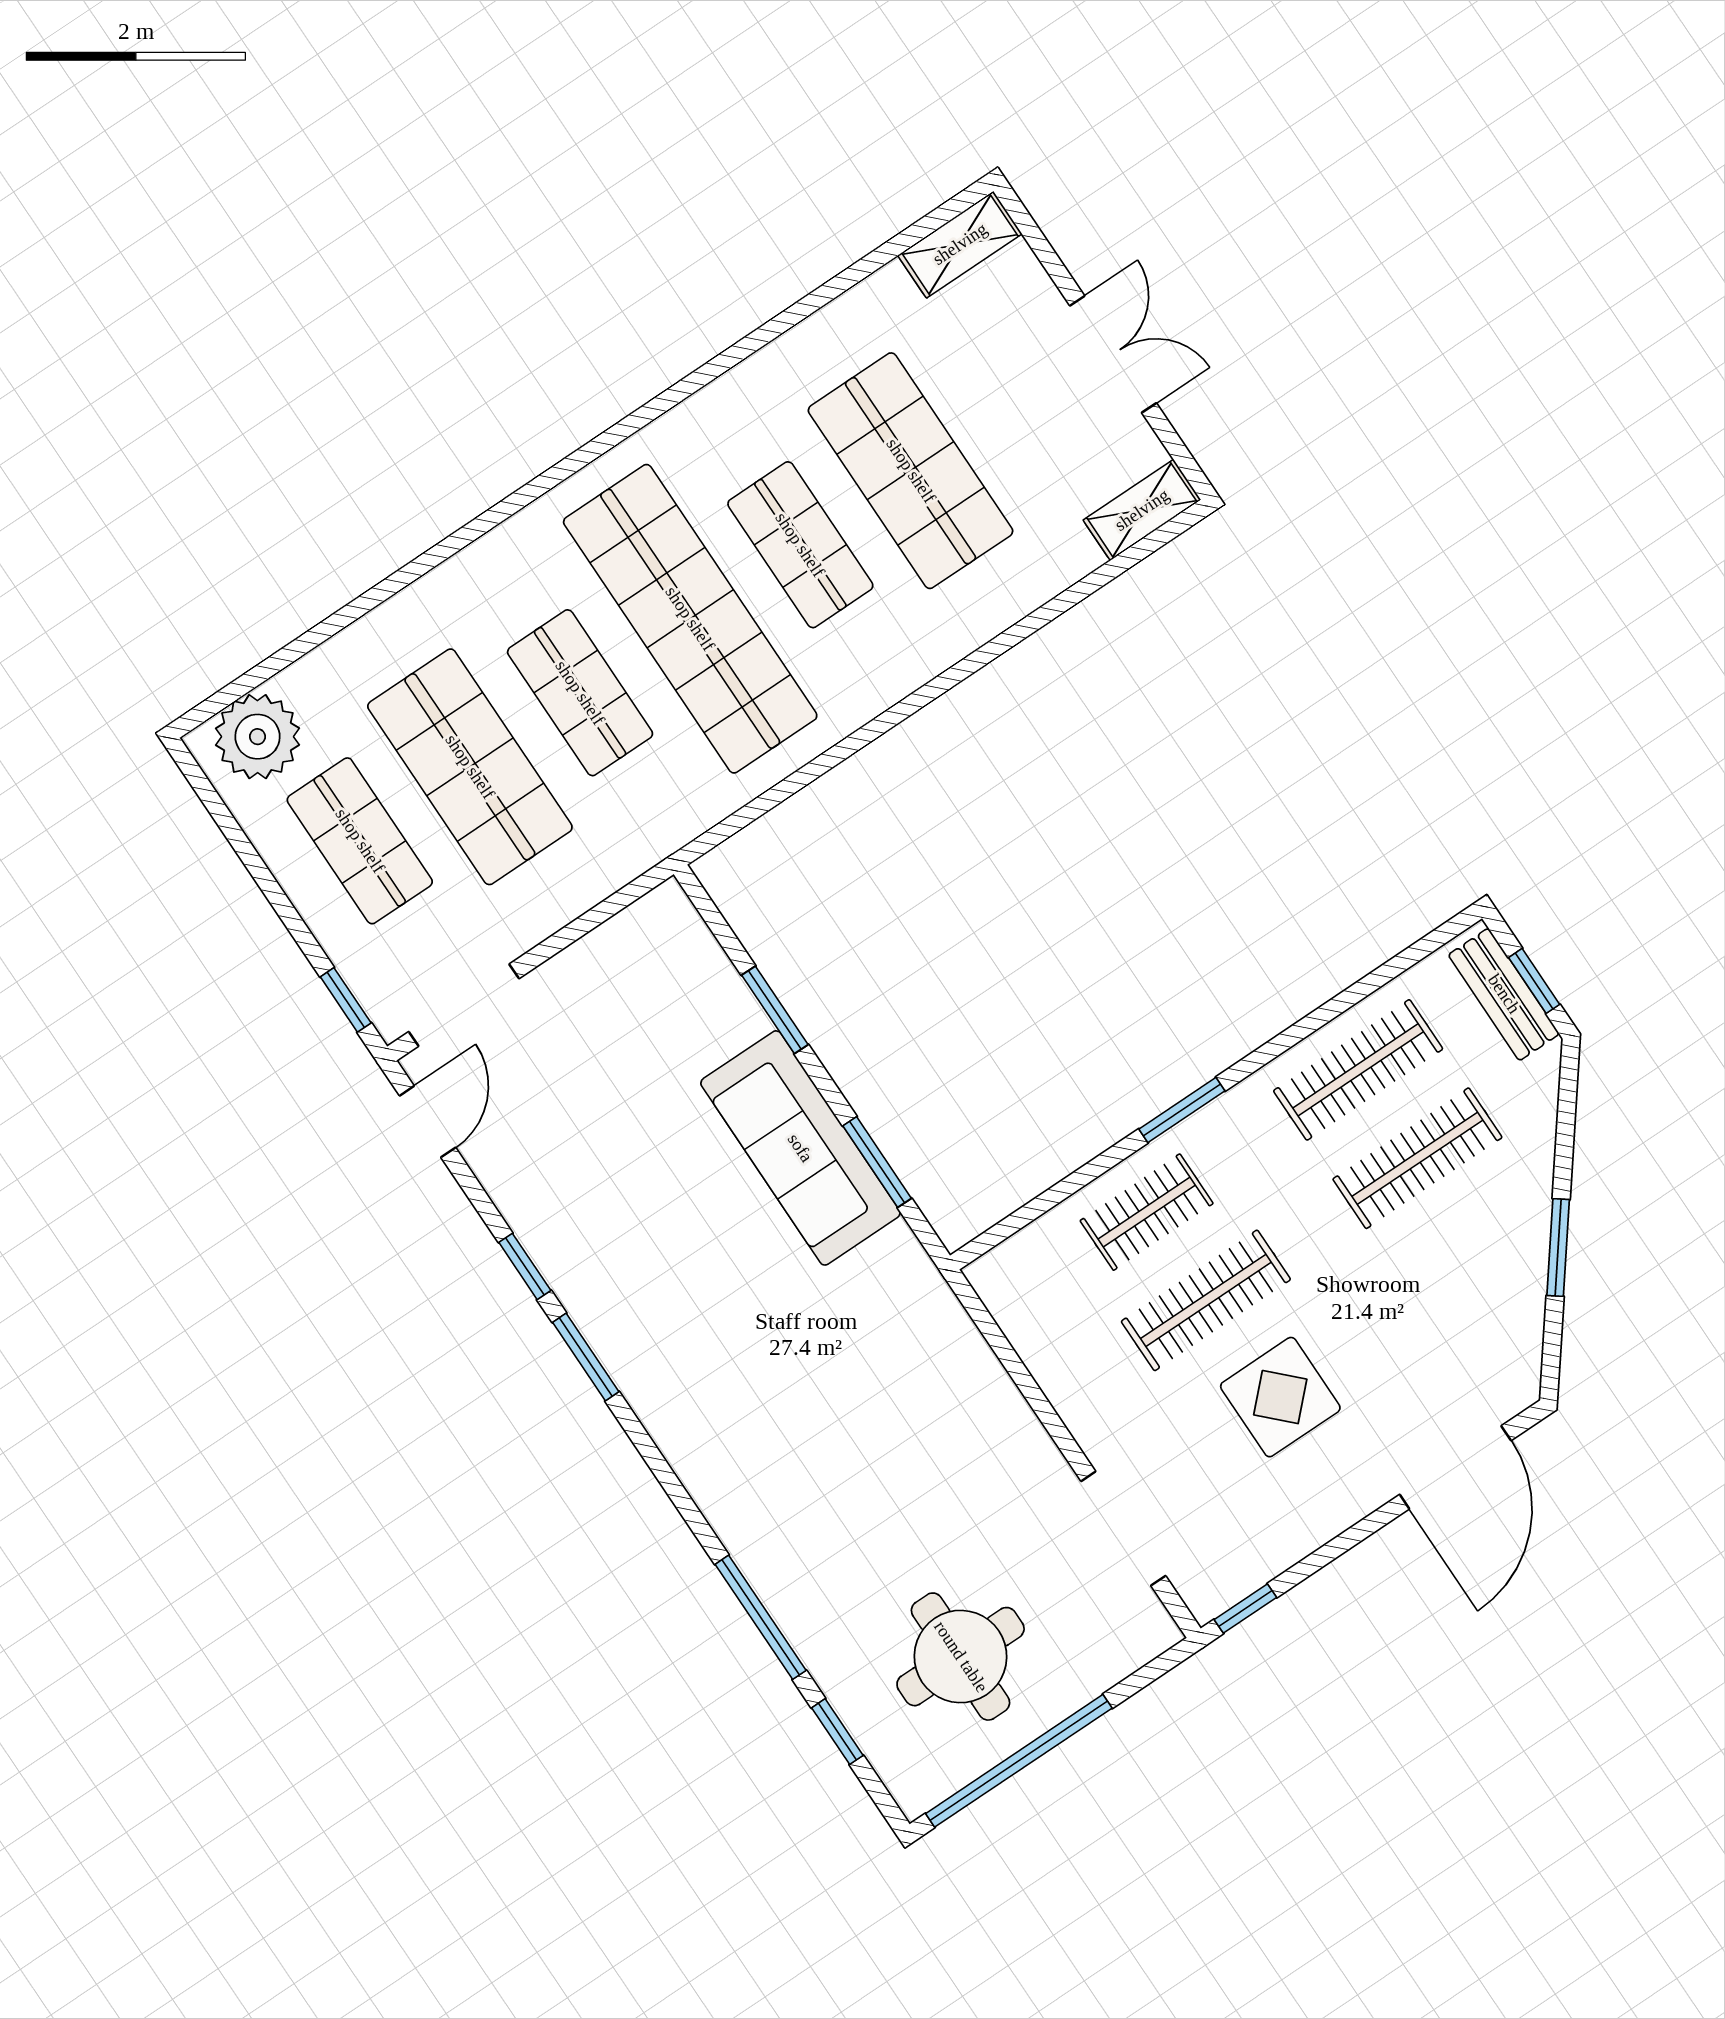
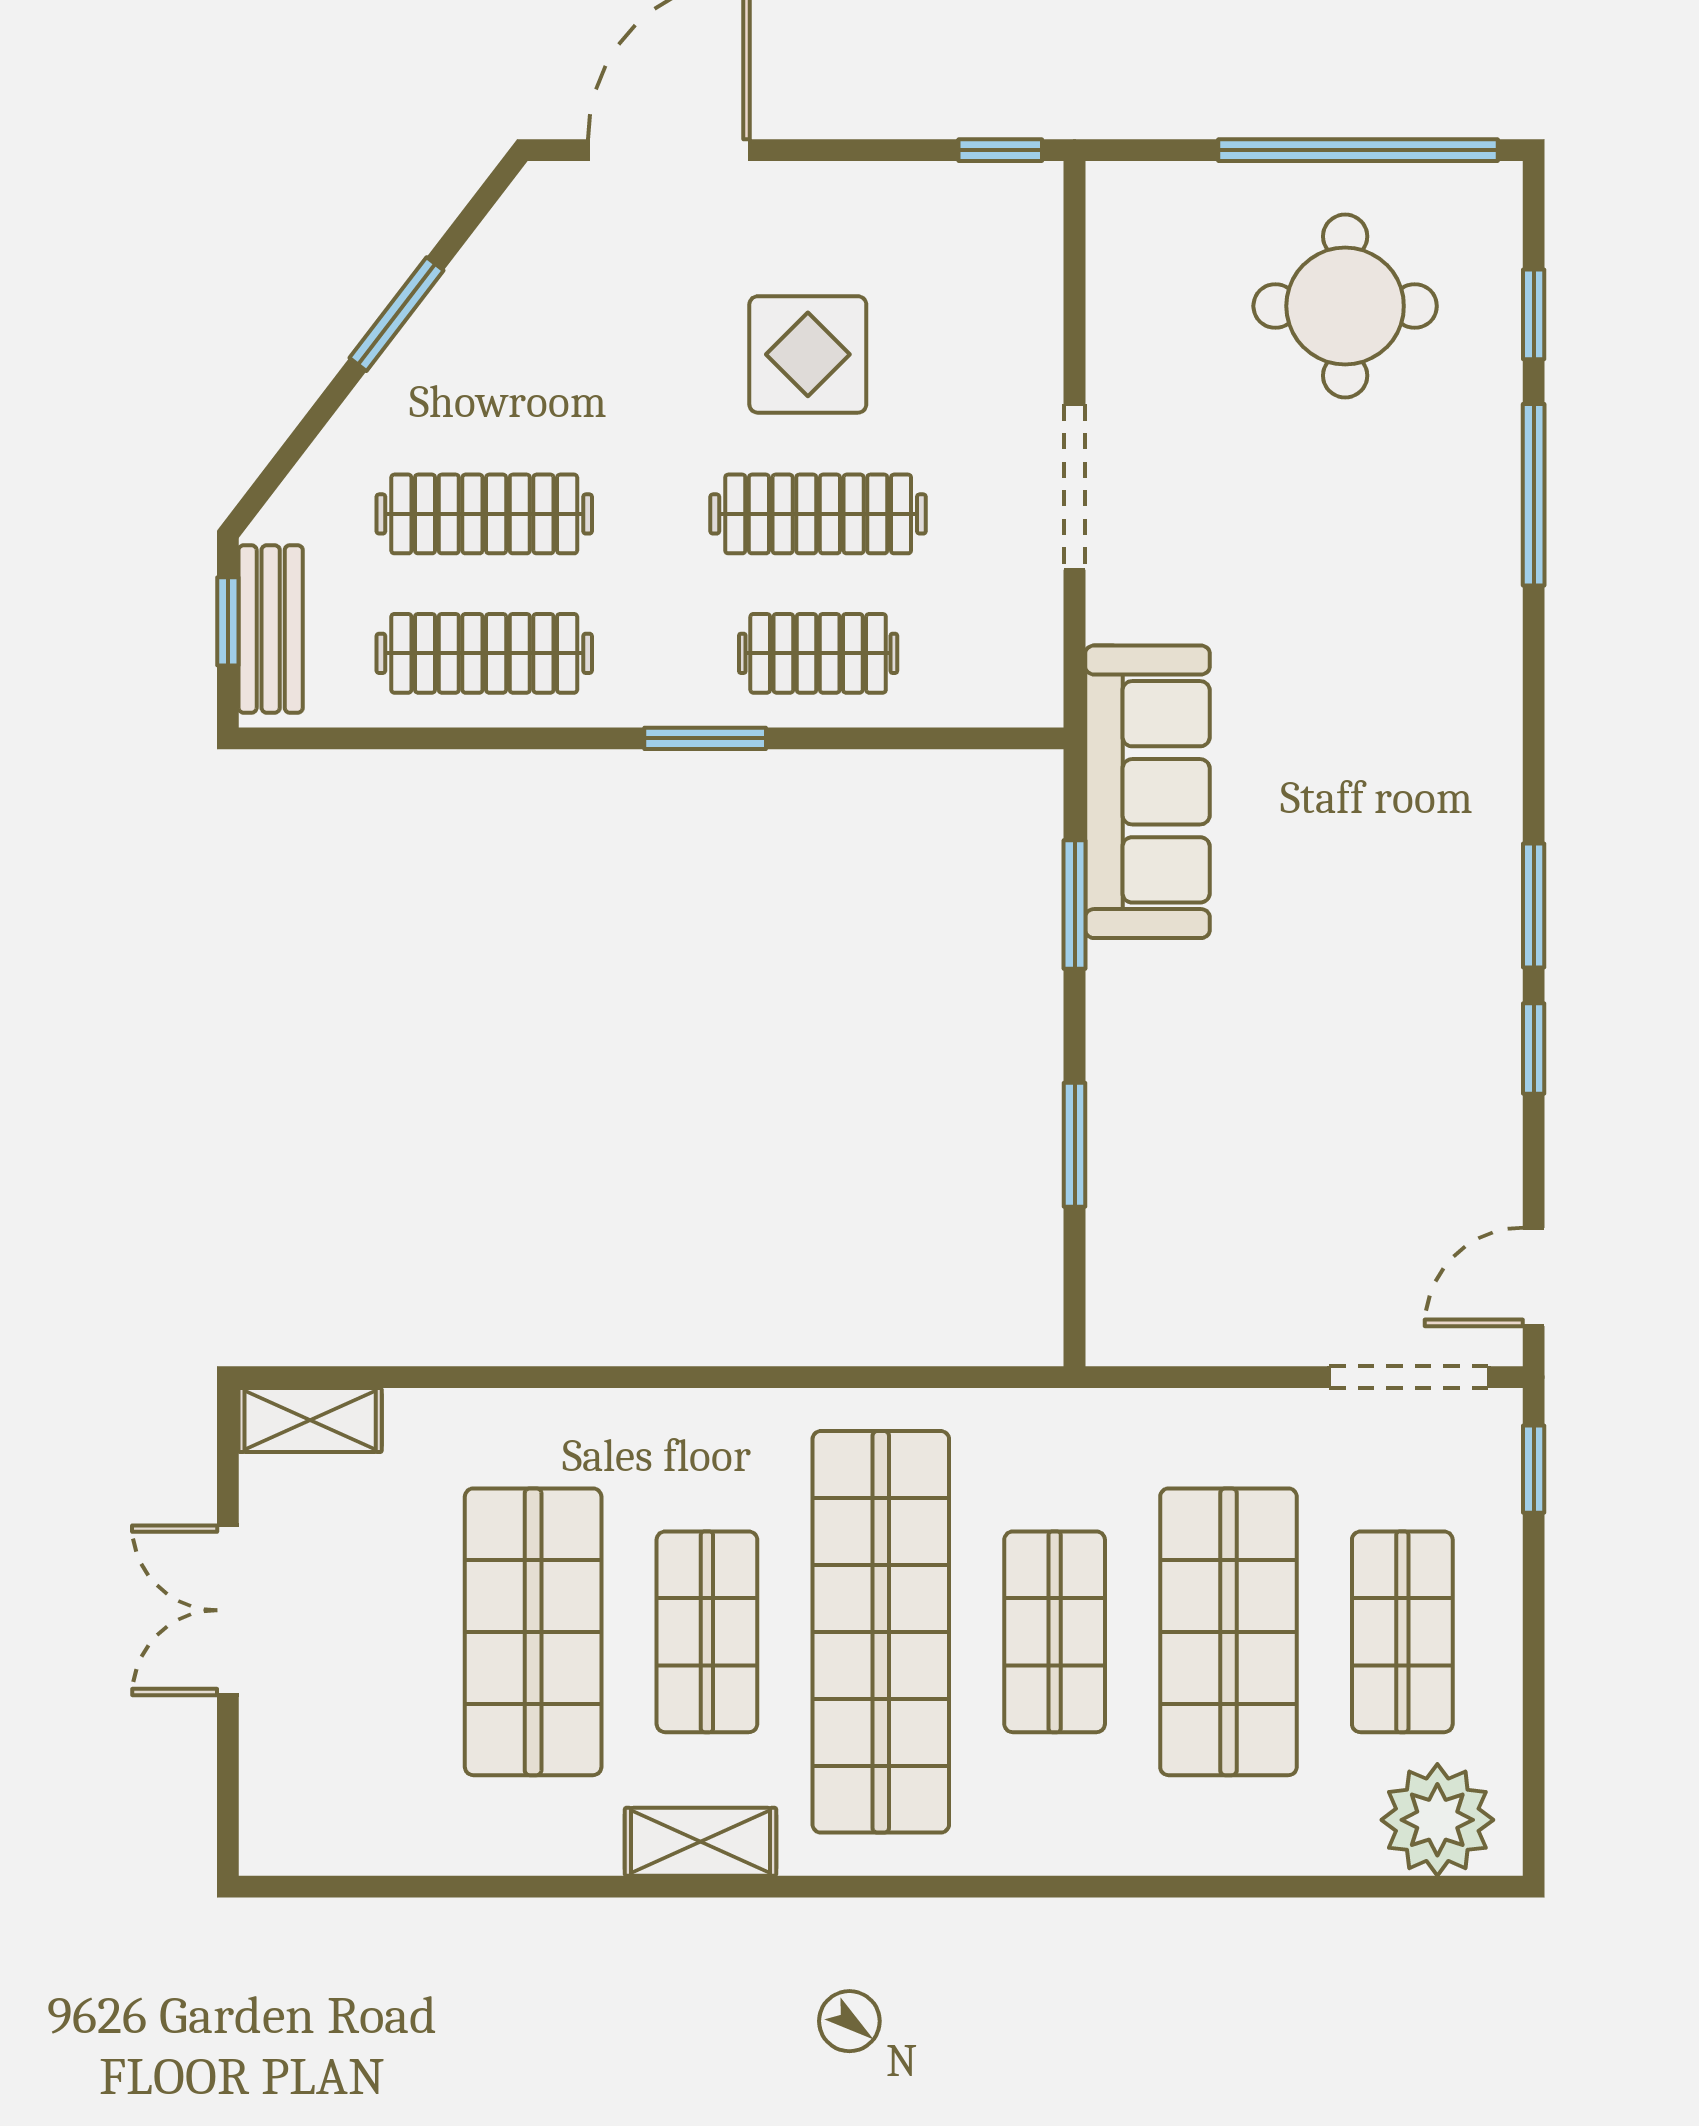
shelving: (960, 244) -> (700, 1842), moved
sofa: (800, 1148) -> (1148, 792), moved
doorway: (1123, 1528) -> (1075, 487), moved

